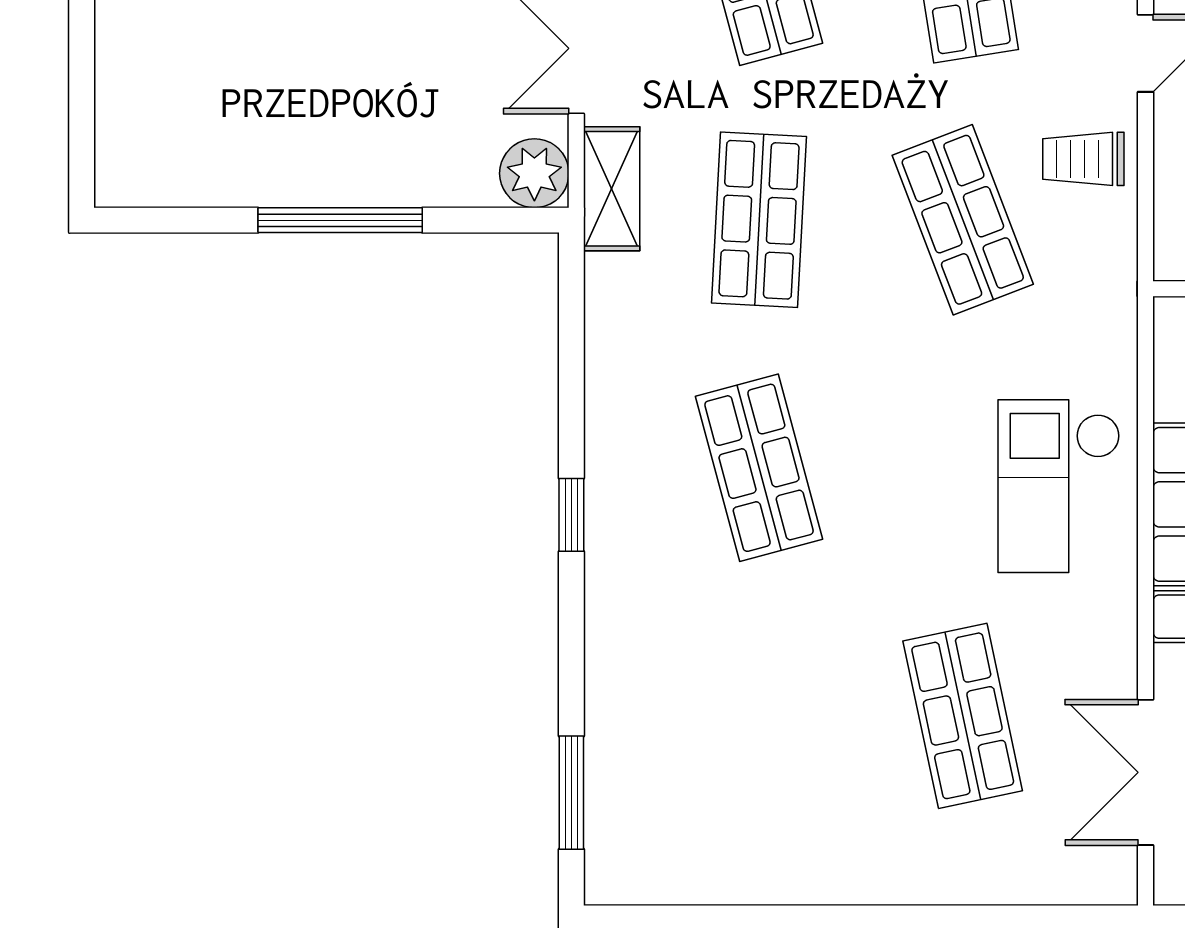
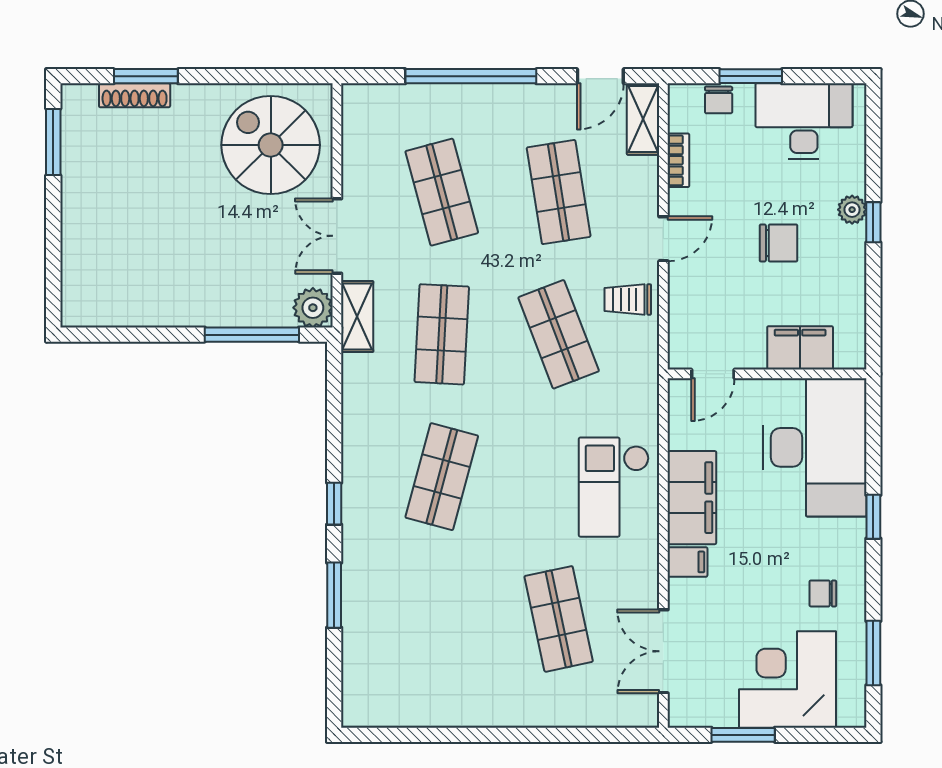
window: (340, 220) -> (252, 335), moved
shop shelf: (759, 468) -> (442, 477), turned 30
window: (571, 793) -> (334, 595), moved

